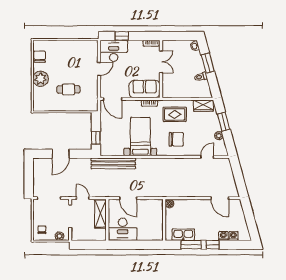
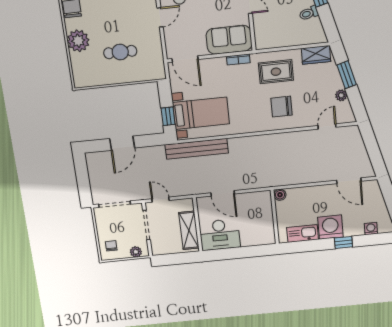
bed with nightstands: (140, 137) -> (201, 113), moved, turned 90
chair: (176, 139) -> (281, 107), turned 180
shelving: (100, 214) -> (189, 230), moved
washing machine: (223, 236) -> (330, 227), moved, width x1.89, depth x1.89
window: (191, 245) -> (314, 245), removed

